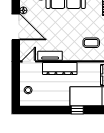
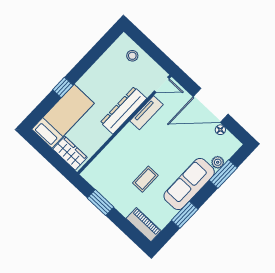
coffee table: (91, 43) -> (145, 179), moved
door: (29, 61) -> (162, 85), hinge flipped

